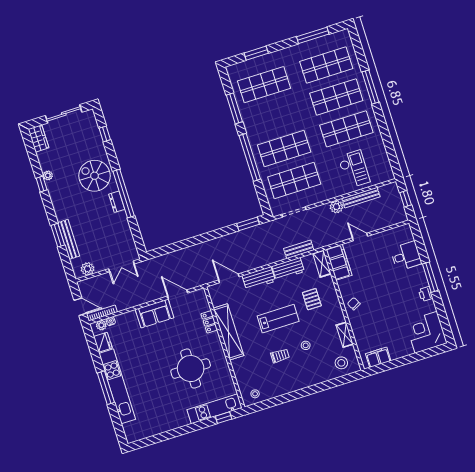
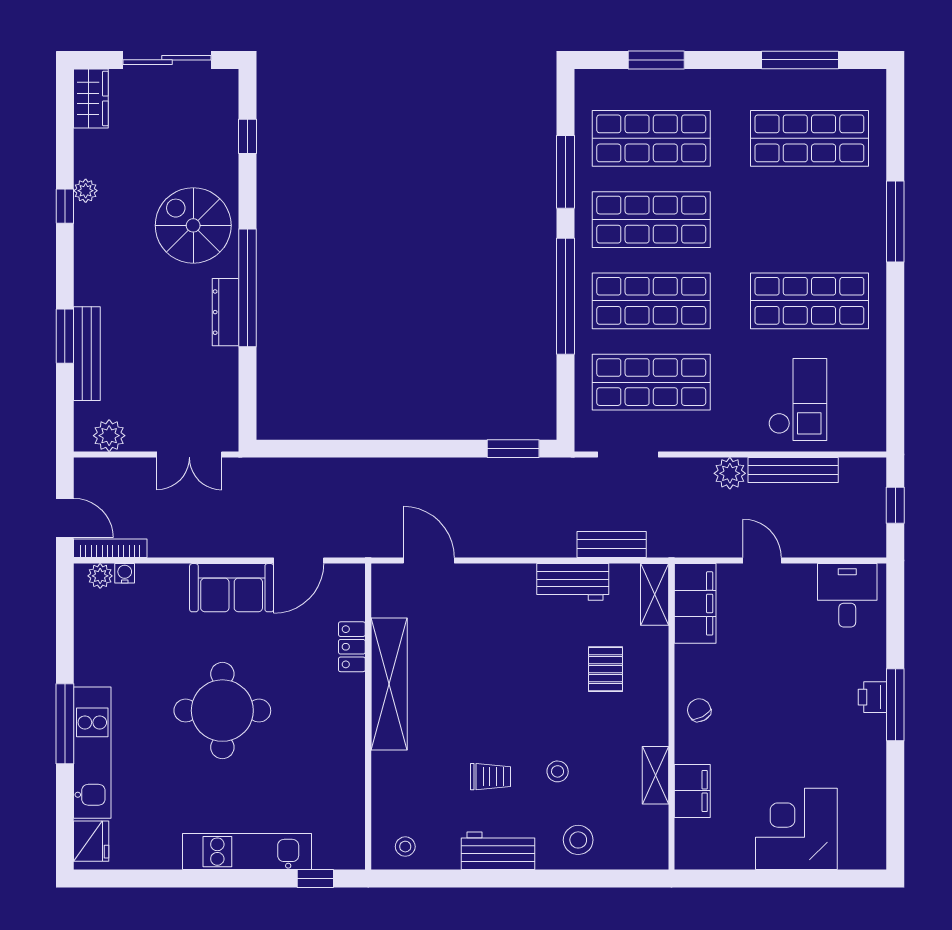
shop shelf: (336, 97) -> (651, 220), moved
dresser: (117, 202) -> (225, 312), width x1.44
desk: (406, 256) -> (847, 595), moved, turned -90
workbench: (259, 278) -> (498, 851), moved, turned 180
printer: (426, 294) -> (872, 697), moved
door: (178, 295) -> (299, 561), swing flipped
lab bench: (278, 319) -> (513, 690), removed
corner desk: (426, 332) -> (796, 829), moved
fridge: (103, 342) -> (91, 841), moved
filing cabinet: (378, 357) -> (692, 791), moved, turned 90
stool: (341, 363) -> (578, 840), moved
round table: (191, 369) -> (222, 711), moved
kitchen unit: (117, 386) -> (92, 753), width x0.73
kitchen unit: (215, 409) -> (247, 852), moved

